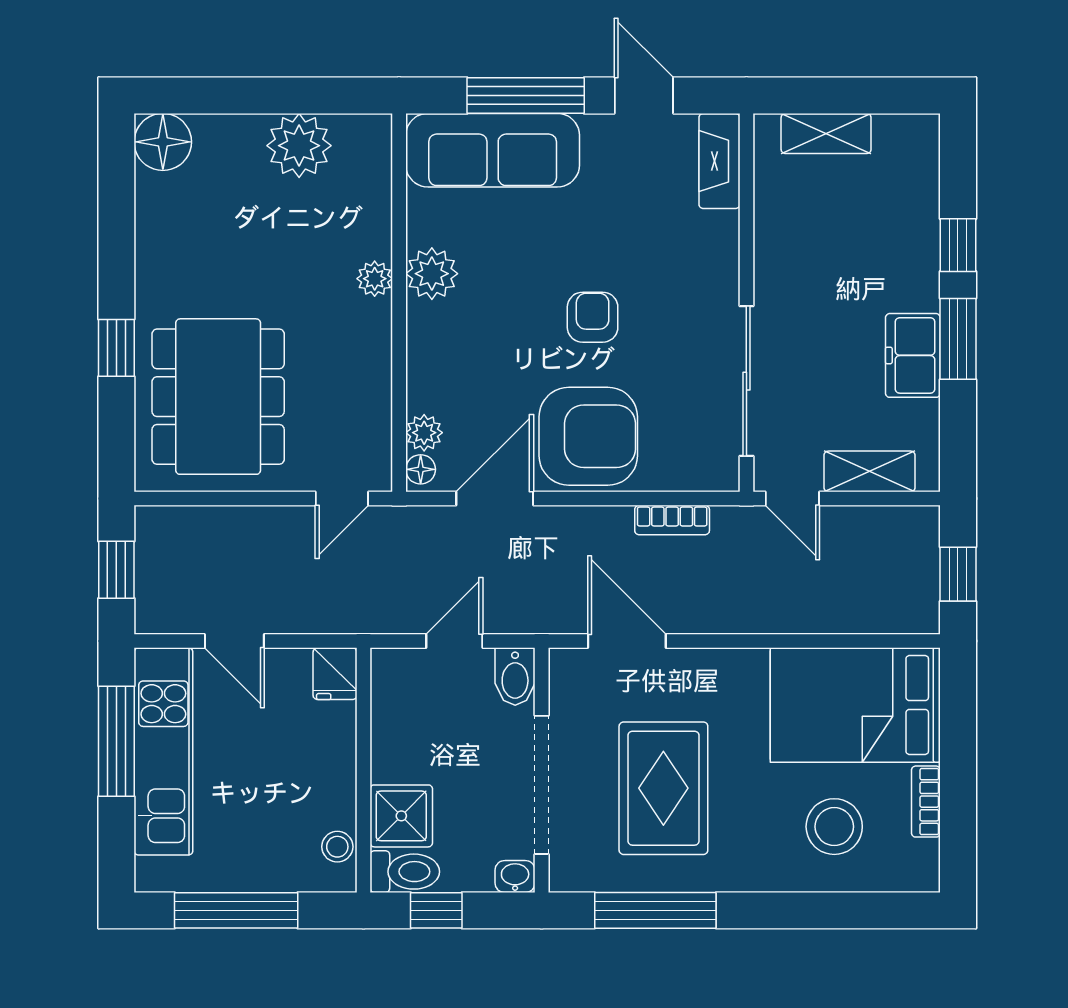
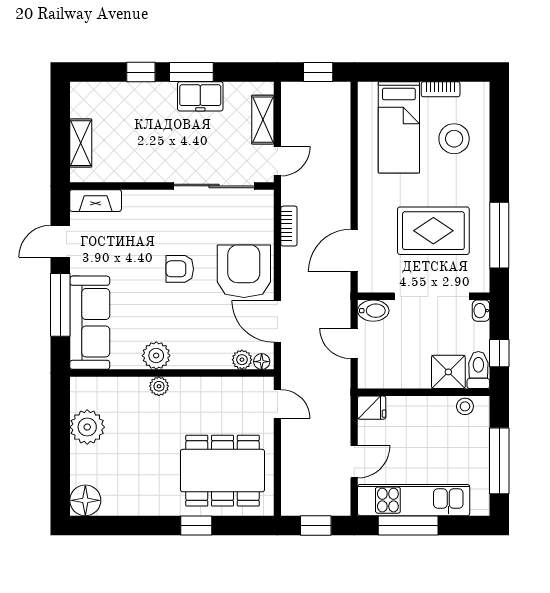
bed: (855, 705) -> (399, 127), width x0.67

